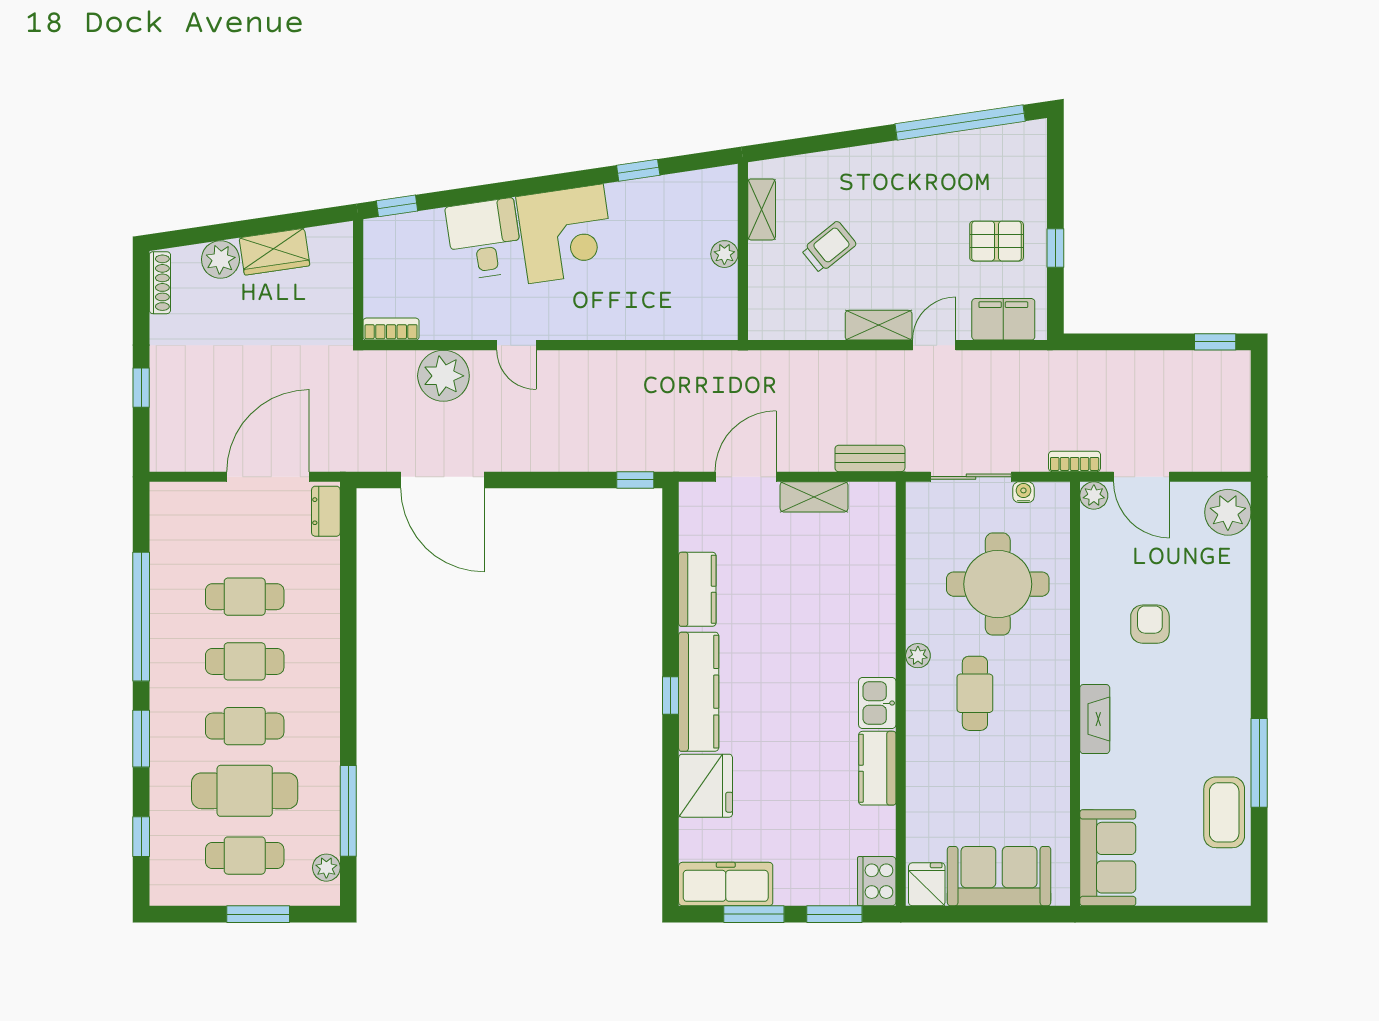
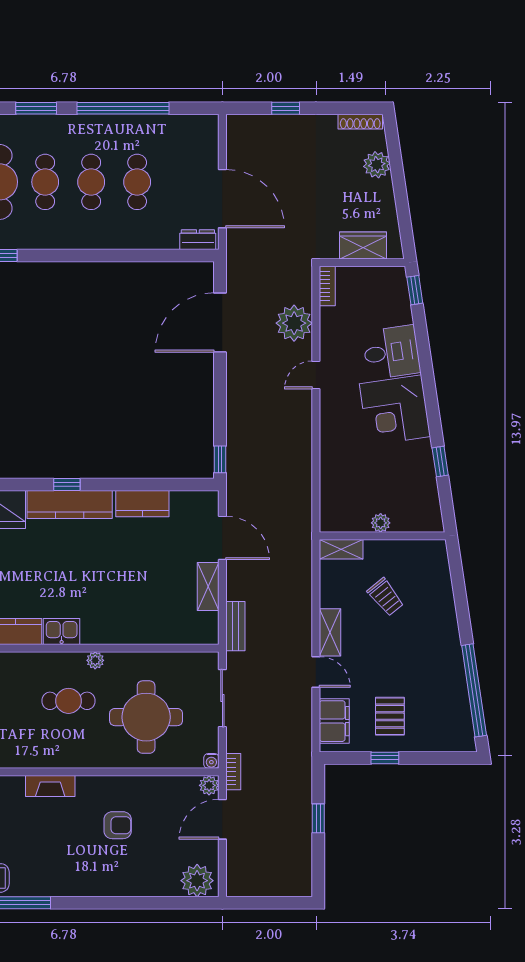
shelving: (762, 209) -> (341, 549), moved
wardrobe: (274, 252) -> (363, 245), moved, turned 98
window: (1215, 342) -> (318, 818), moved
water cooler: (1023, 492) -> (211, 761), moved, turned 90

